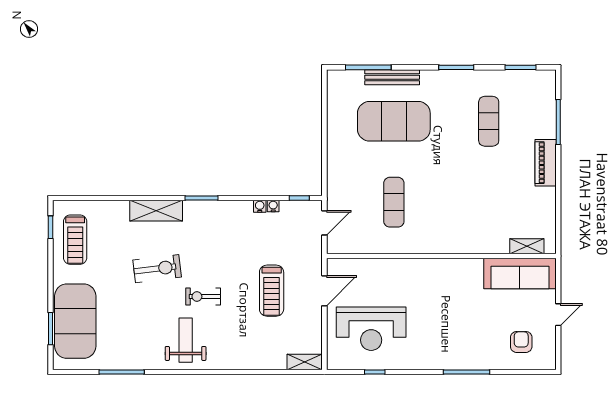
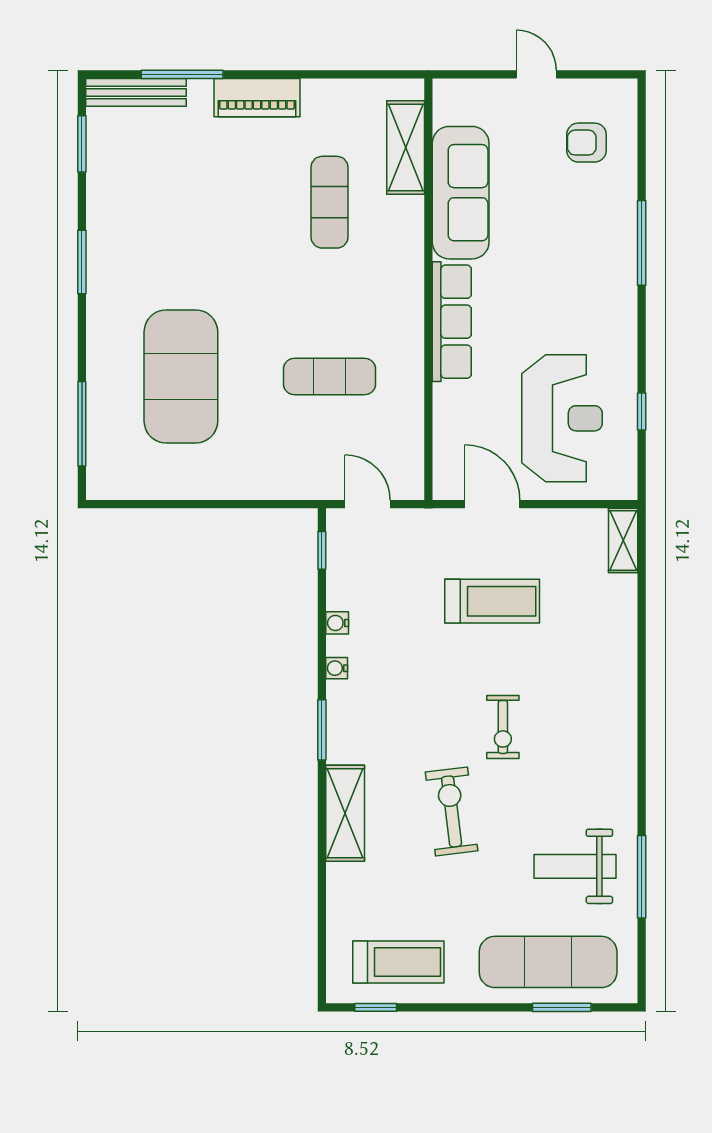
bench: (392, 77) -> (136, 92), moved, turned 90
exercise mat: (489, 121) -> (330, 202), moved, turned 90
water cooler: (273, 206) -> (337, 668), moved
shelving: (527, 246) -> (406, 148), width x1.50, depth x1.33
row of seats: (424, 269) -> (452, 322), added
sofa: (520, 274) -> (461, 193), moved
exercise mat: (75, 321) -> (548, 962), width x0.68
weight bench: (186, 340) -> (575, 866), moved

